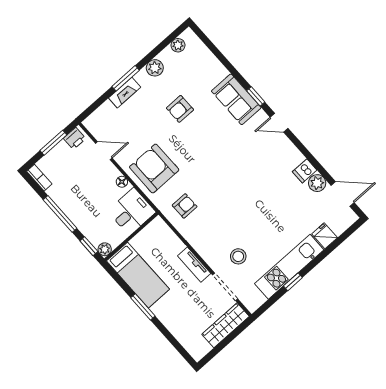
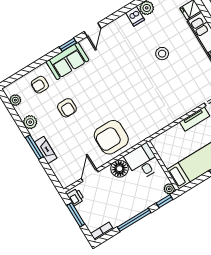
floor lamp: (122, 182) -> (119, 169), width x1.89, depth x1.89
armchair: (185, 206) -> (40, 85), moved, turned -90
stool: (238, 256) -> (162, 54), moved

